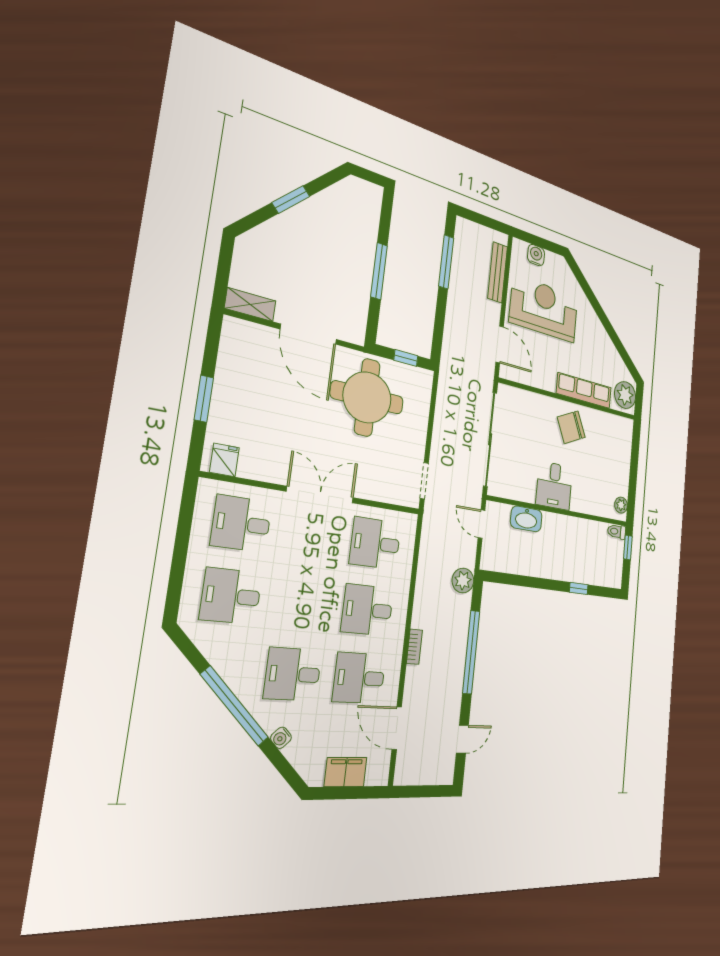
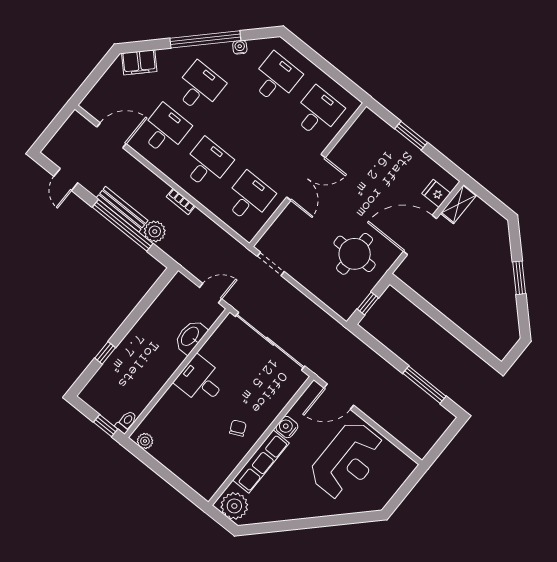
water cooler: (536, 255) -> (287, 427), moved, turned 180
window: (379, 271) -> (441, 319), removed
bench: (498, 272) -> (122, 209), moved
round table: (367, 397) -> (355, 254), width x0.73, depth x0.73
chair: (571, 427) -> (238, 428), width x0.54, depth x0.54
fridge: (224, 460) -> (436, 193), moved, turned 180
plant: (463, 581) -> (155, 231), moved
bookcase: (414, 647) -> (181, 201), moved
water cooler: (281, 738) -> (240, 47), moved
filing cabinet: (346, 772) -> (139, 62), moved, turned 45

